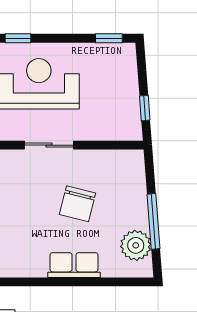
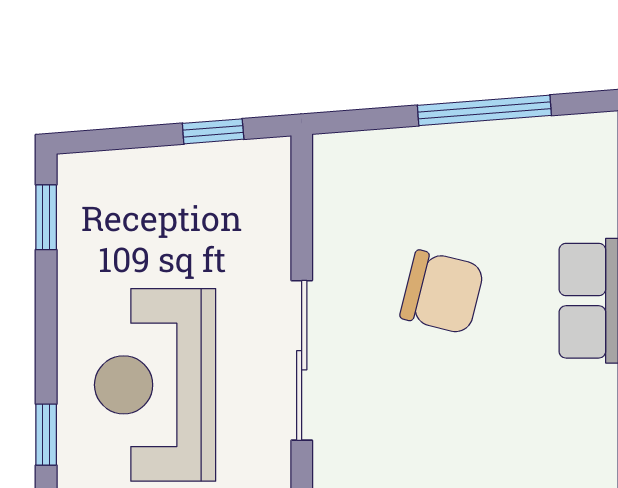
sliding door: (49, 145) -> (302, 360), width x1.37
plant: (136, 245) -> (542, 153), removed

